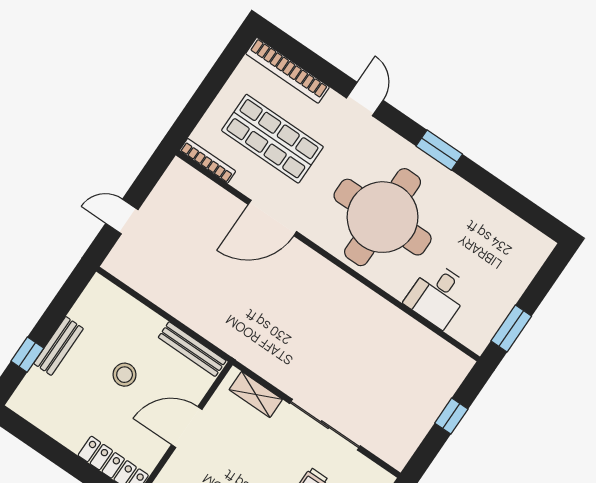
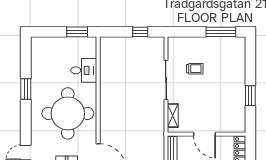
window: (439, 150) -> (26, 89), moved
window: (451, 416) -> (140, 32), moved

